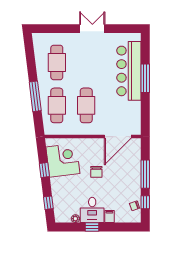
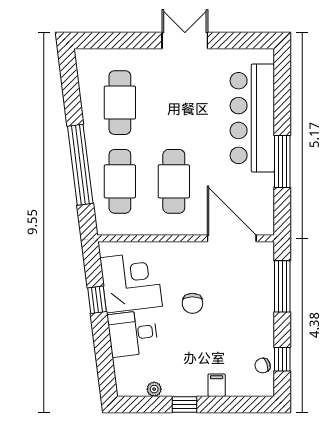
window: (145, 78) -> (282, 161), moved
window: (35, 96) -> (80, 165), width x1.46
door: (118, 137) -> (232, 238), swing flipped
window: (145, 174) -> (282, 286), moved
window: (48, 203) -> (105, 360), removed
desk: (92, 210) -> (133, 333), moved, turned 83

